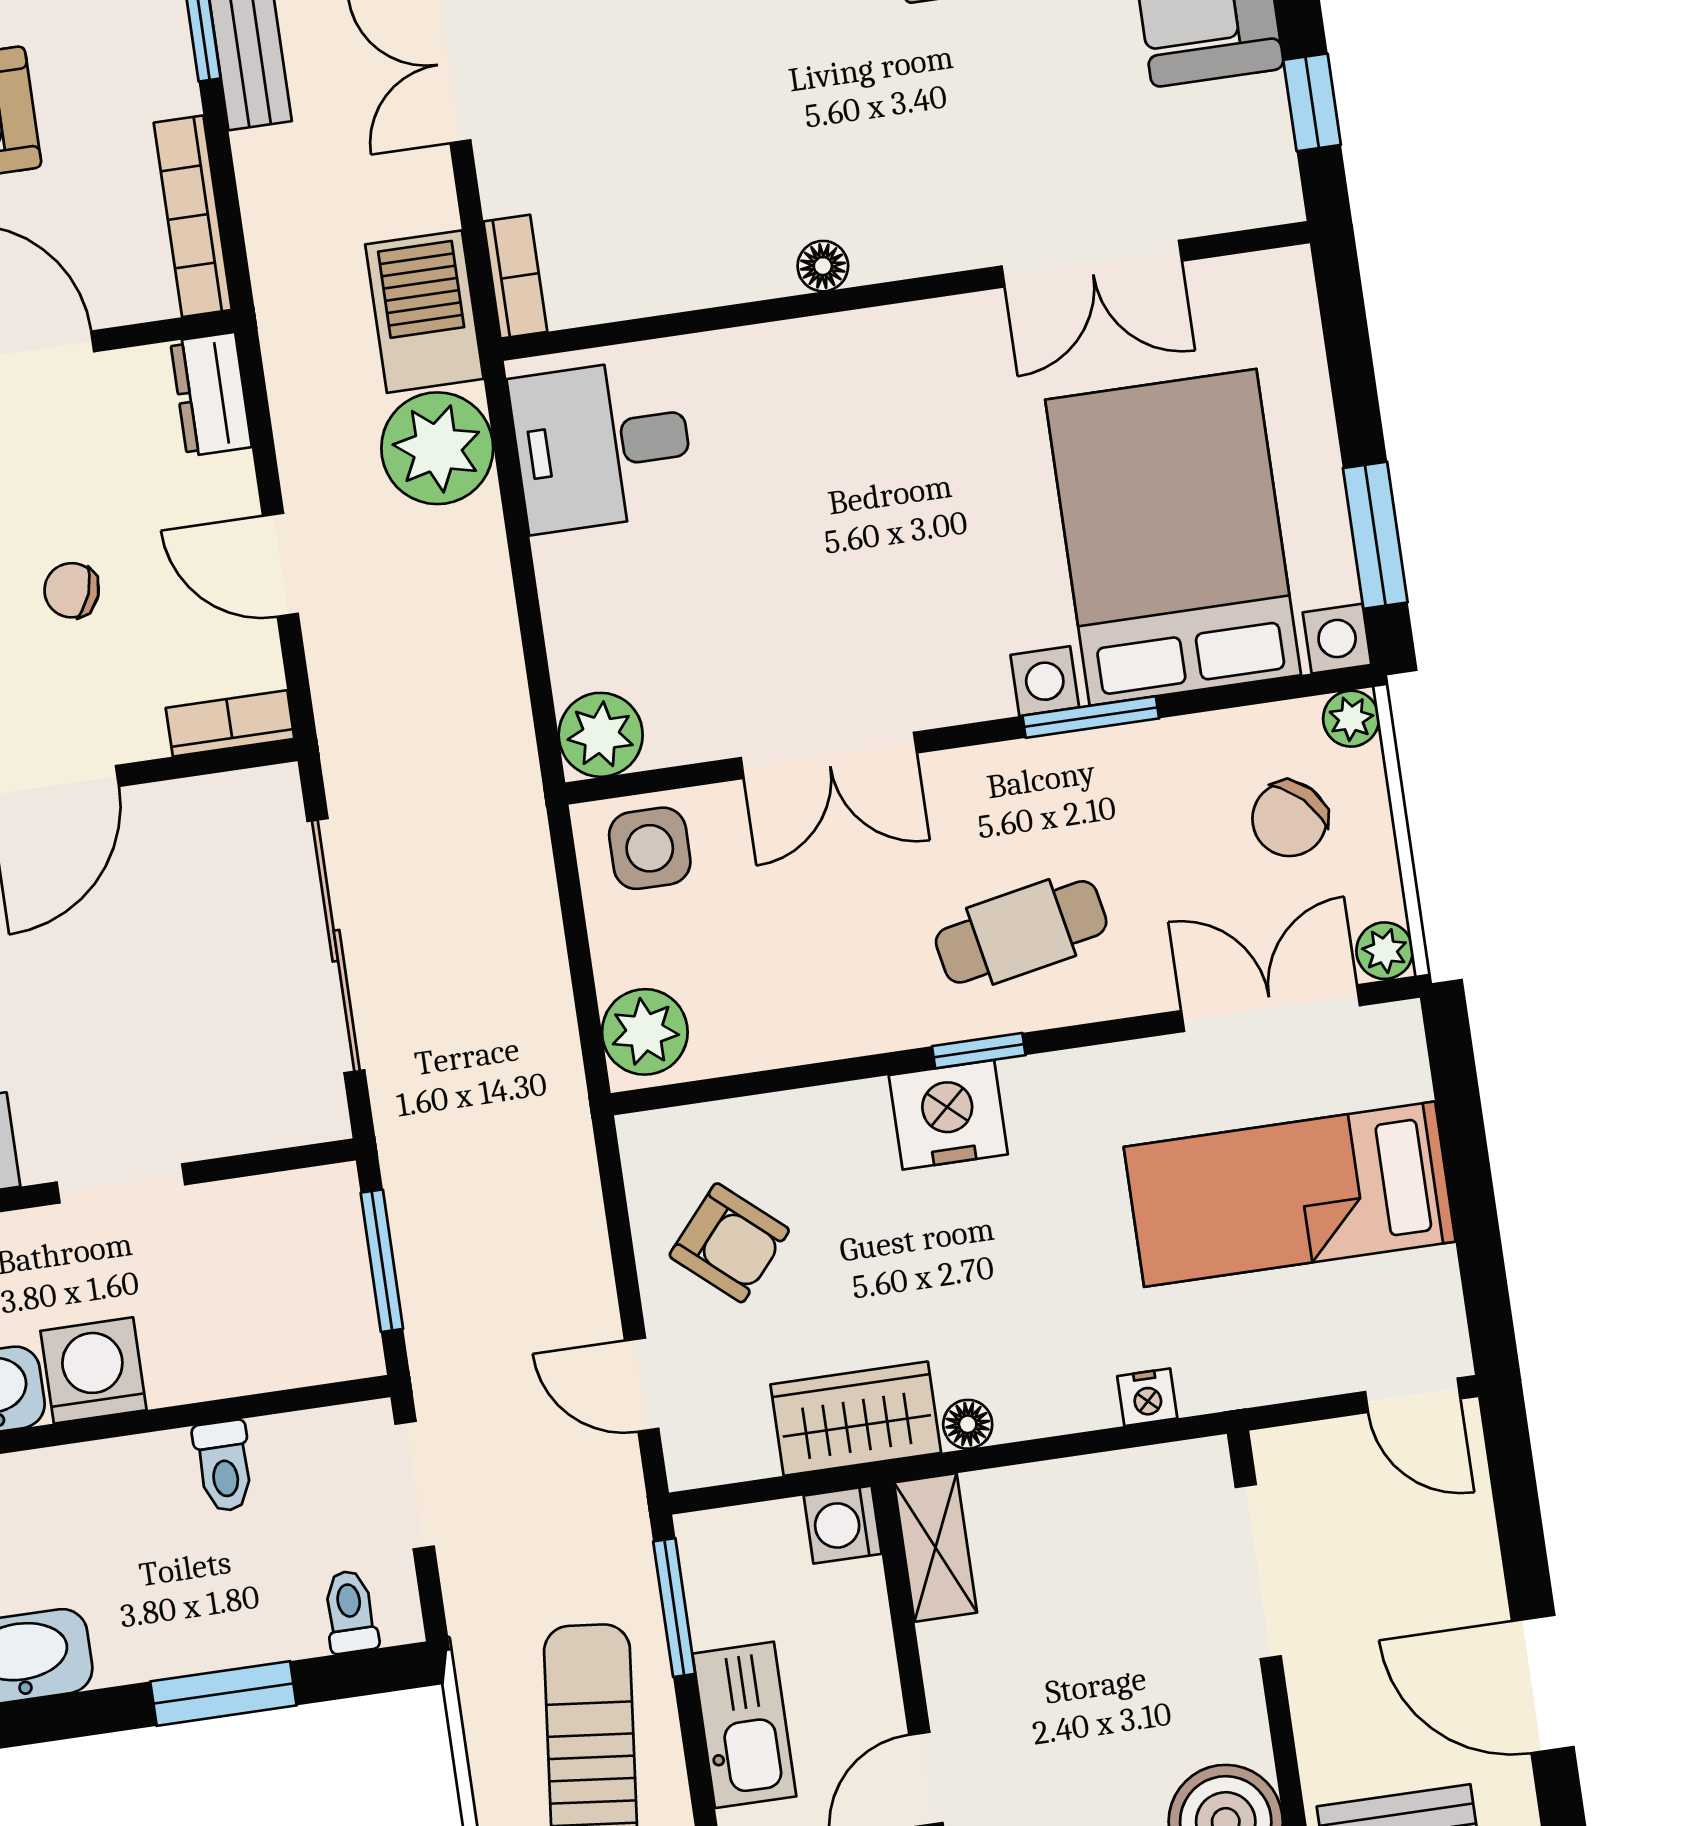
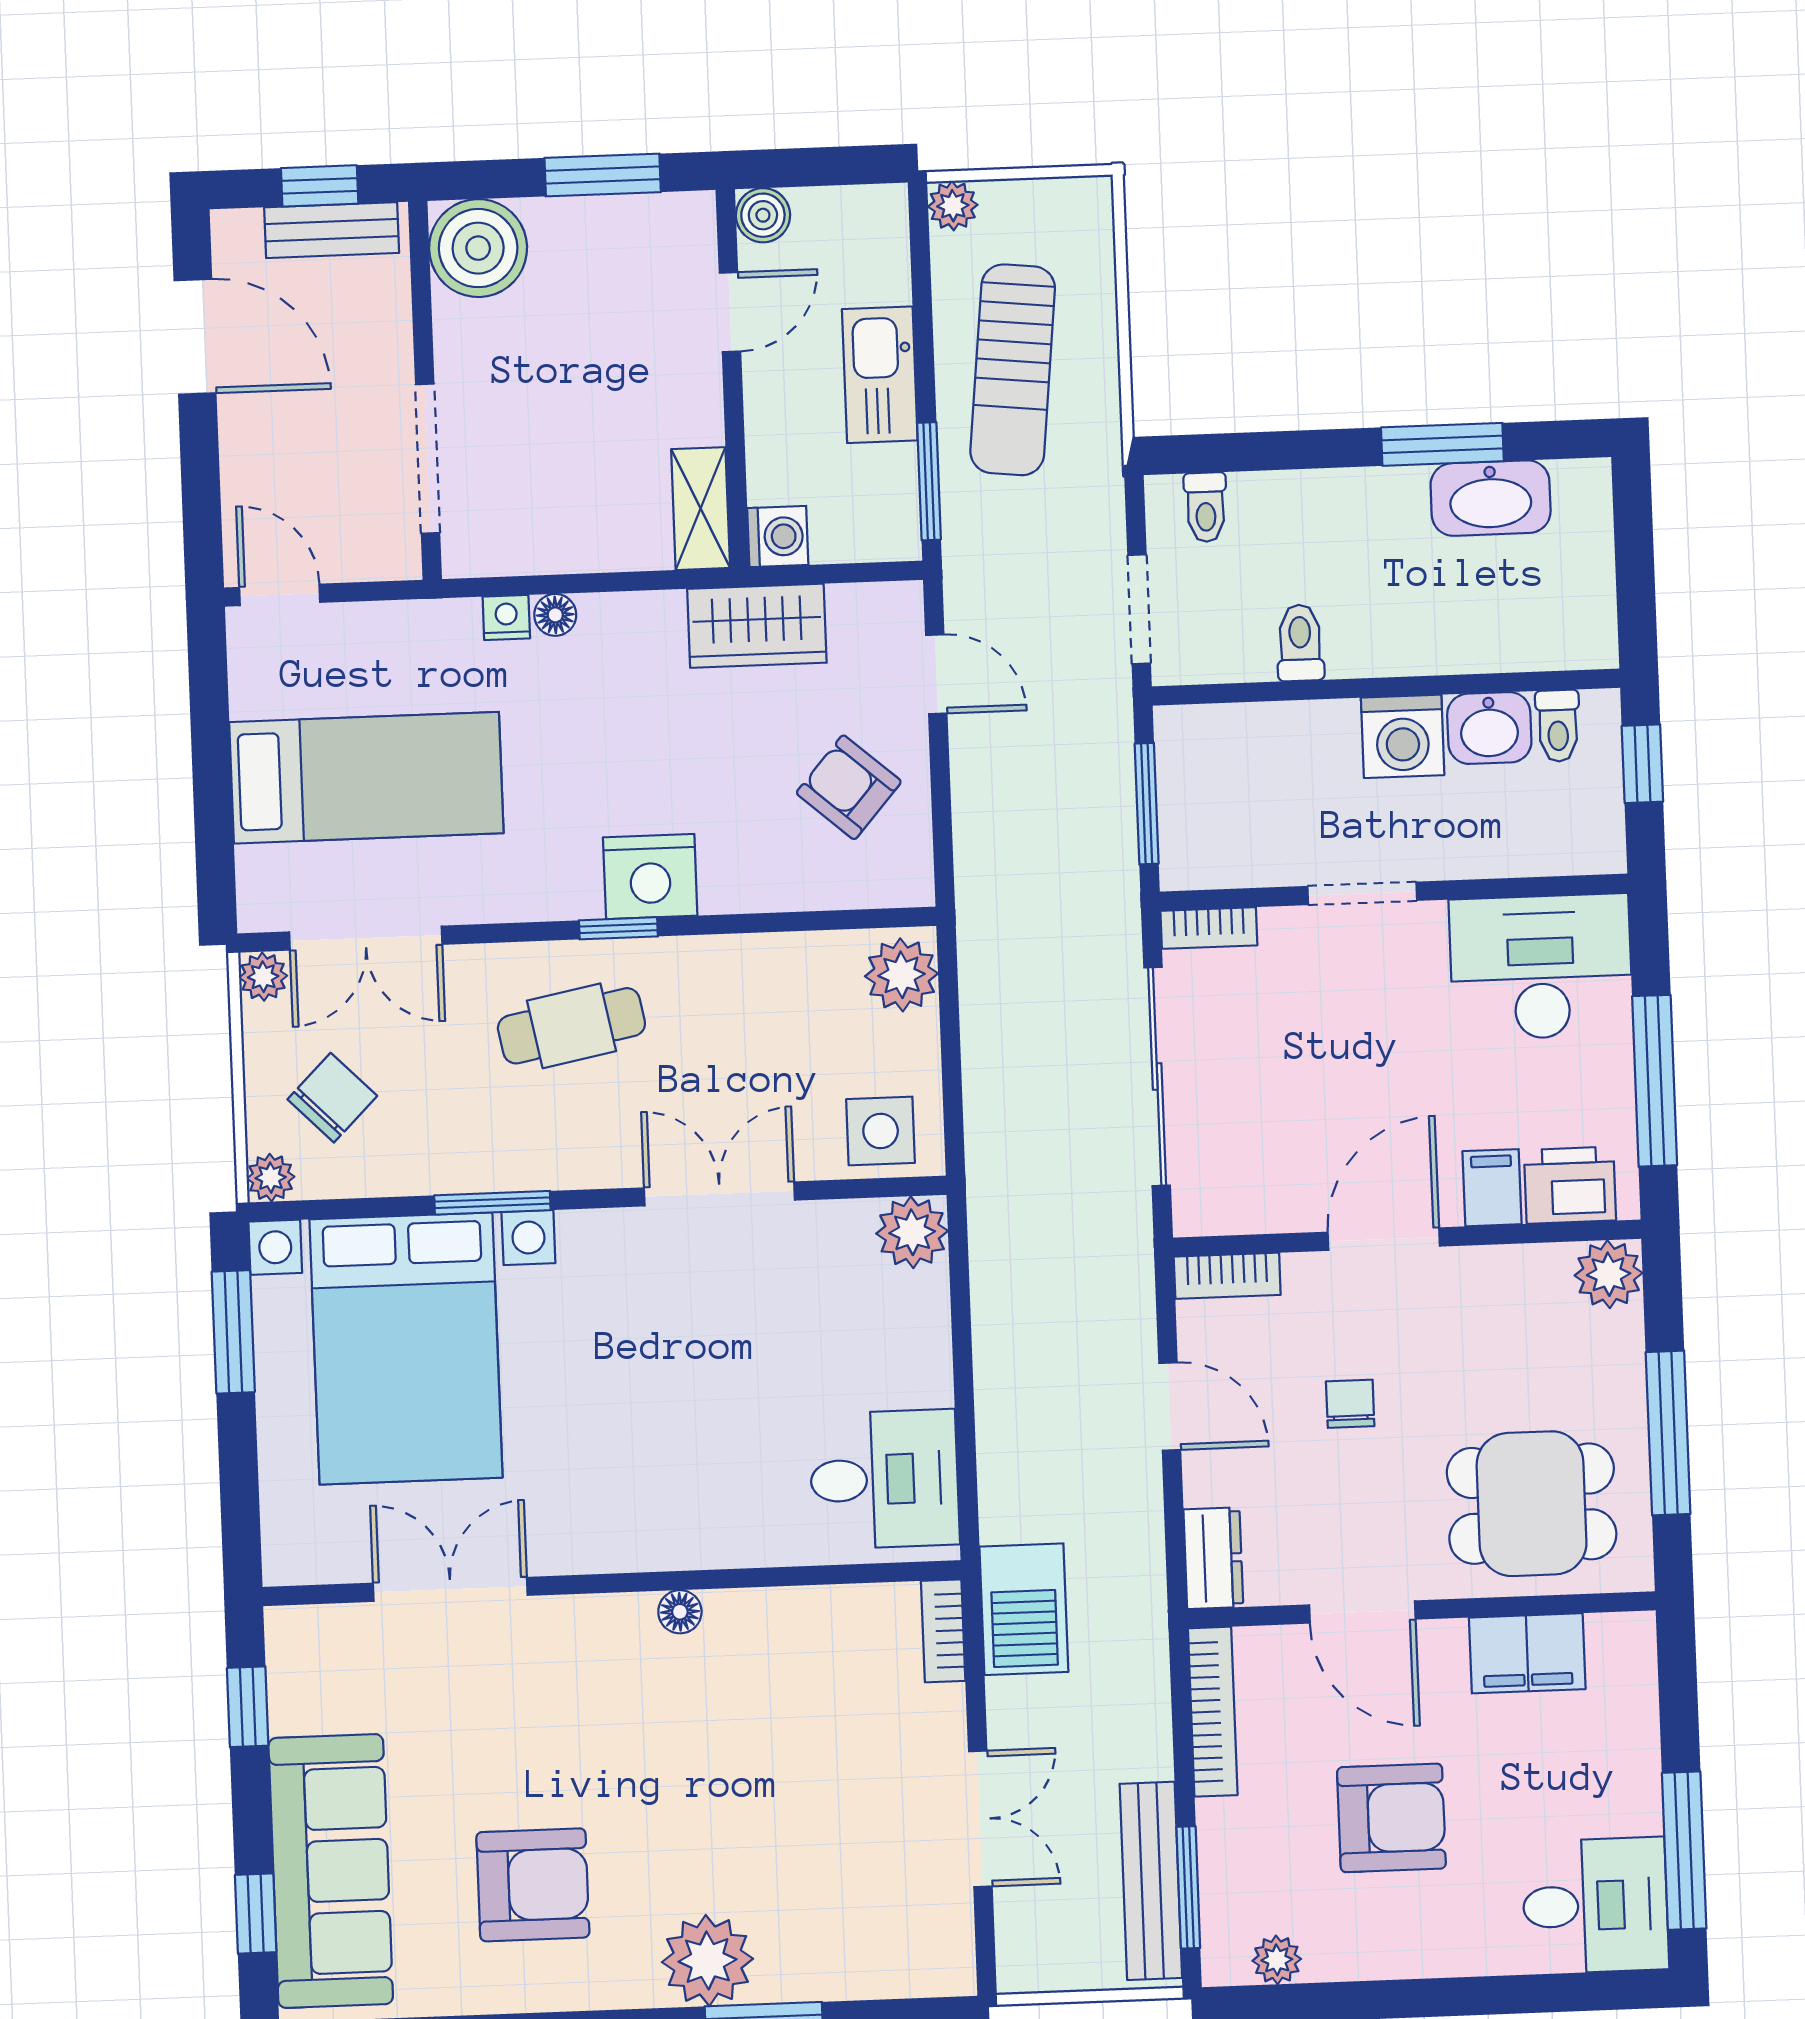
plant: (437, 448) -> (1025, 1492), removed
chair: (72, 590) -> (1350, 1404), turned -110
bookcase: (294, 1124) -> (1209, 928), added
floor lamp: (968, 1424) -> (555, 615), moved
window: (223, 1693) -> (1442, 444), moved

